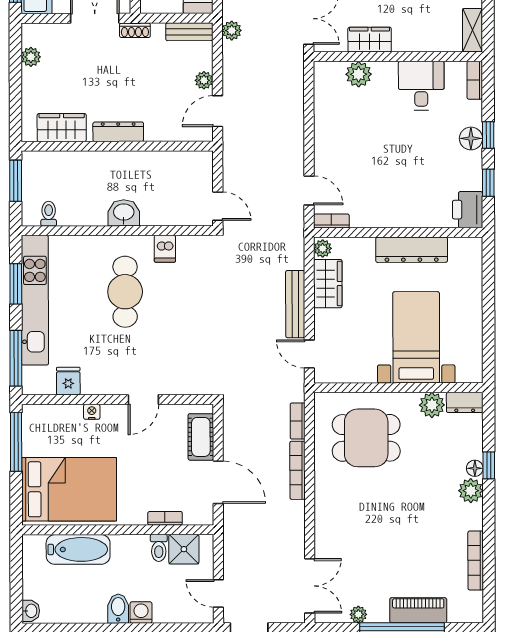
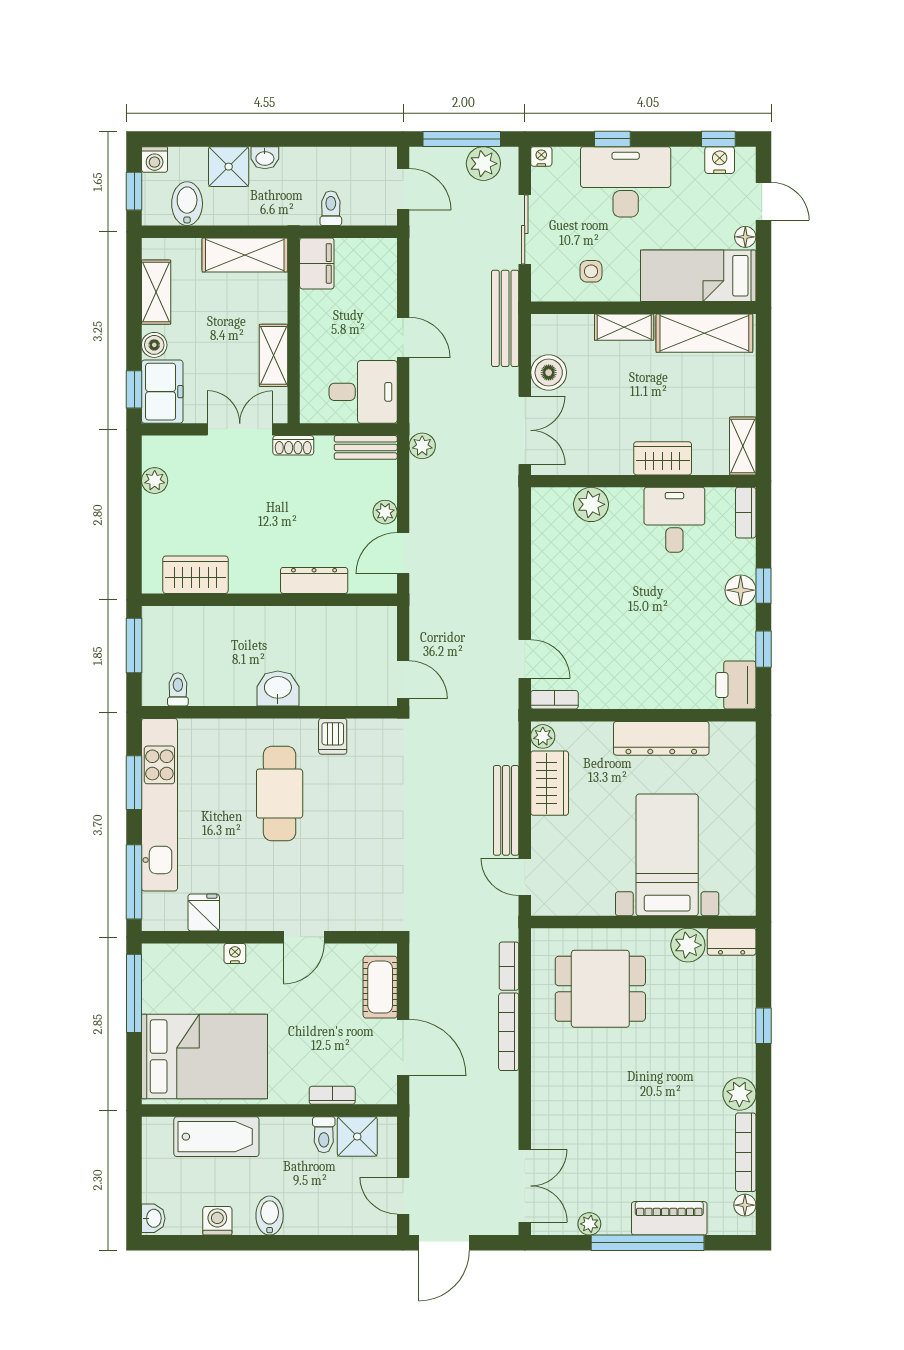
wardrobe: (370, 40) -> (663, 458), moved
dresser: (118, 132) -> (314, 580), moved
floor lamp: (475, 468) -> (745, 1205), moved
plant: (471, 491) -> (739, 1094), moved
washing machine: (141, 613) -> (217, 1221), moved

